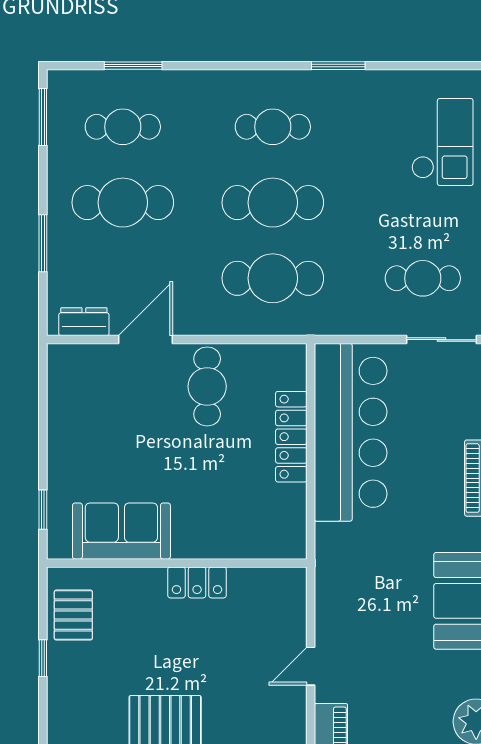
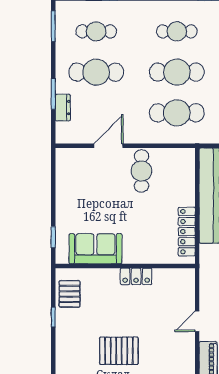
dresser: (84, 322) -> (63, 108), moved, turned 90
locker: (291, 437) -> (187, 232), moved

